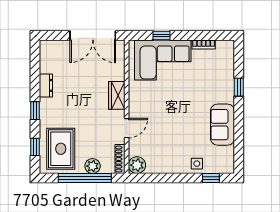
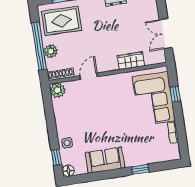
double door: (93, 35) -> (166, 34), width x0.73
wardrobe: (117, 95) -> (131, 61), moved
door: (127, 128) -> (89, 76), swing flipped
floor lamp: (228, 167) -> (68, 171), added

